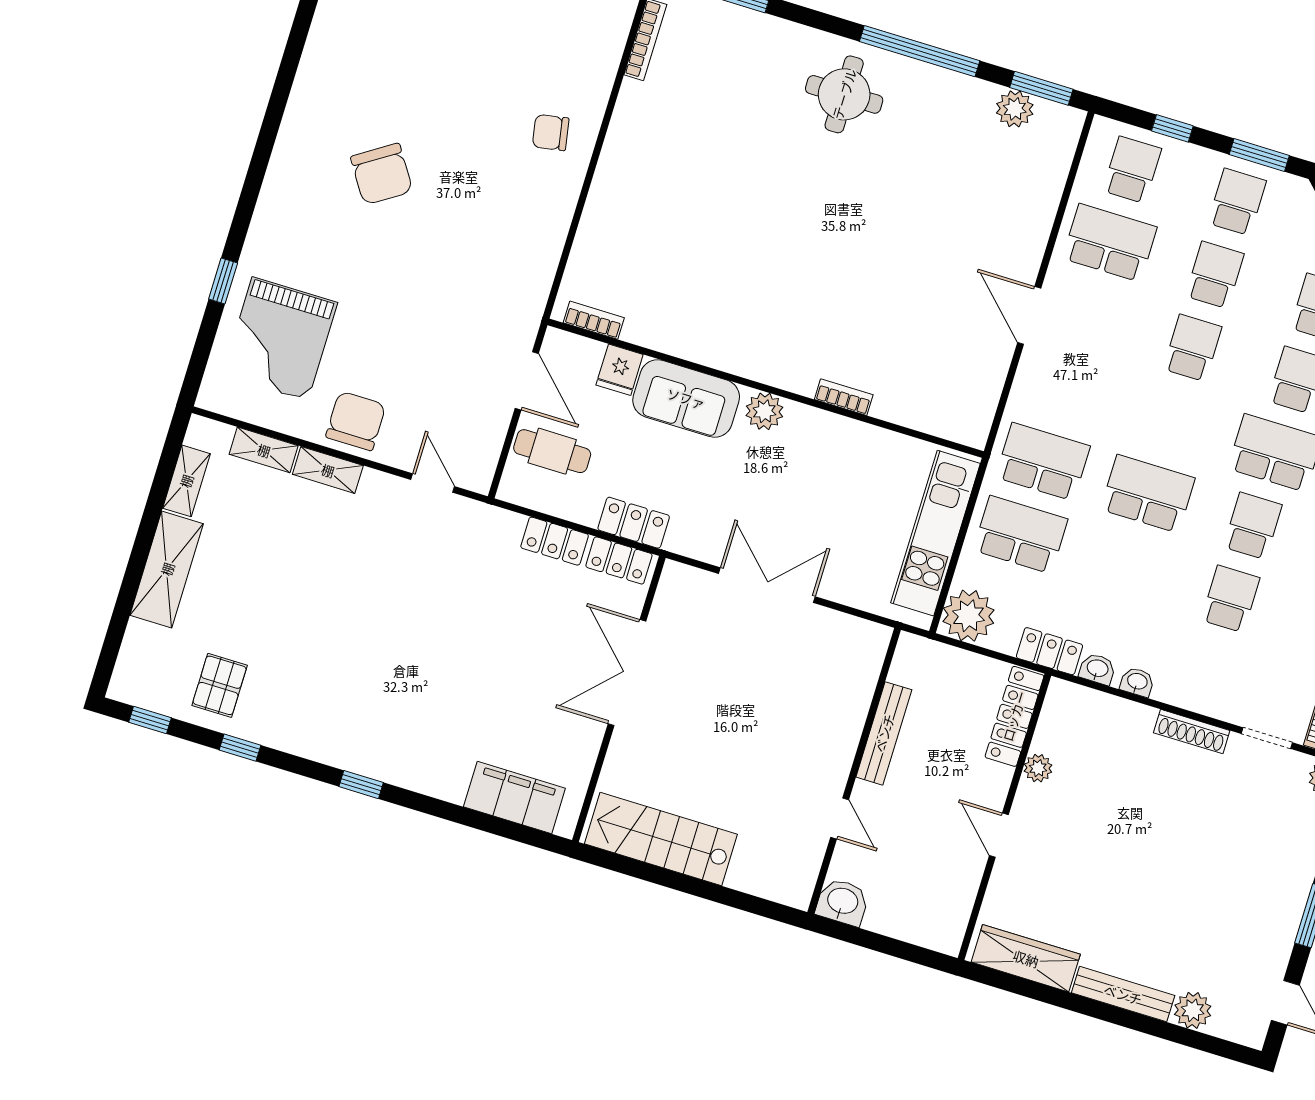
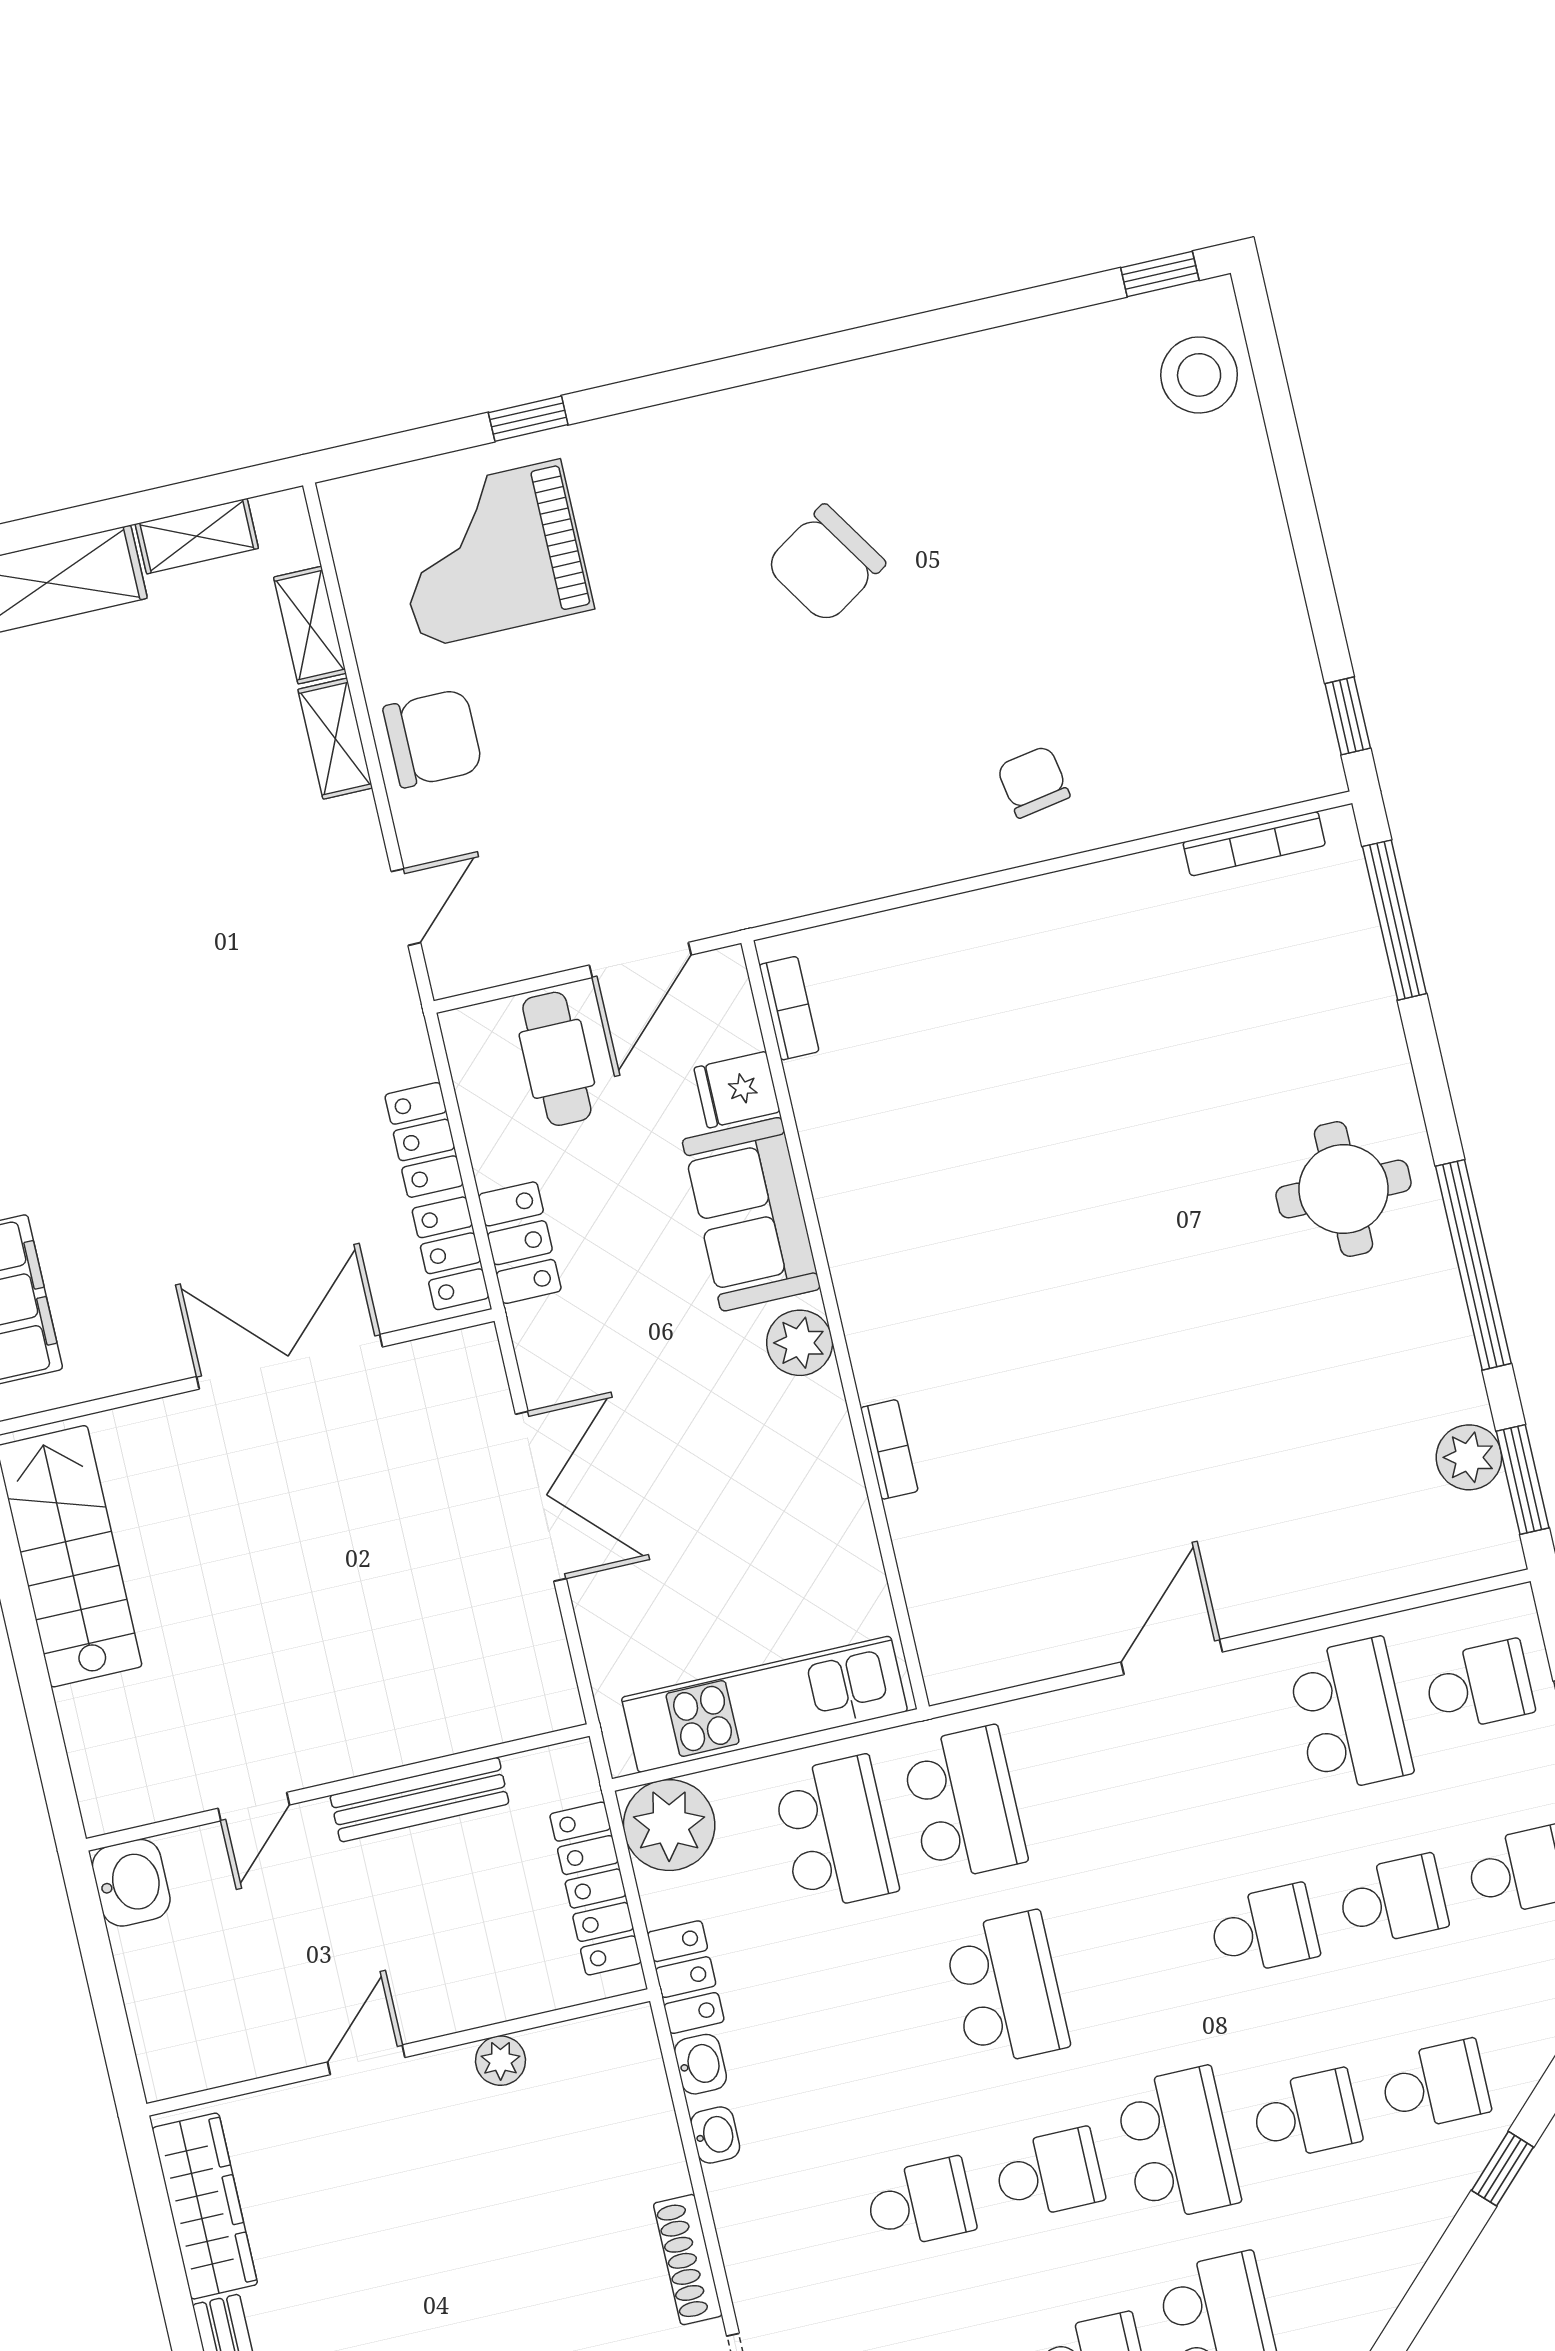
locker: (1014, 716) -> (596, 1889), moved, turned -90

